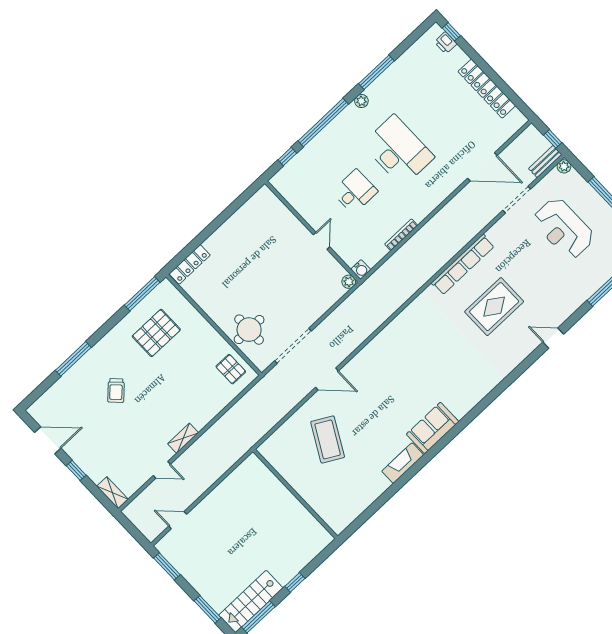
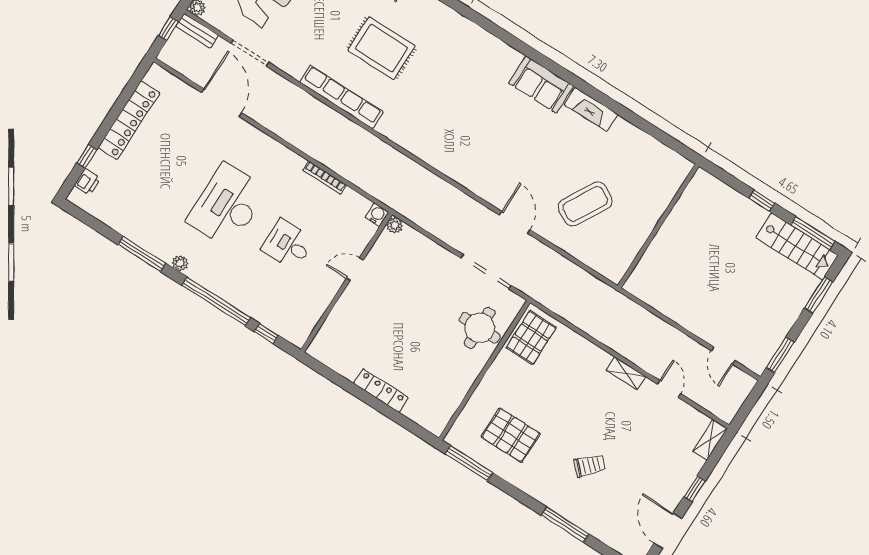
window: (451, 32) -> (87, 156), moved
locker: (190, 264) -> (381, 391), moved
pallet: (231, 369) -> (531, 338), width x1.50, depth x1.42

